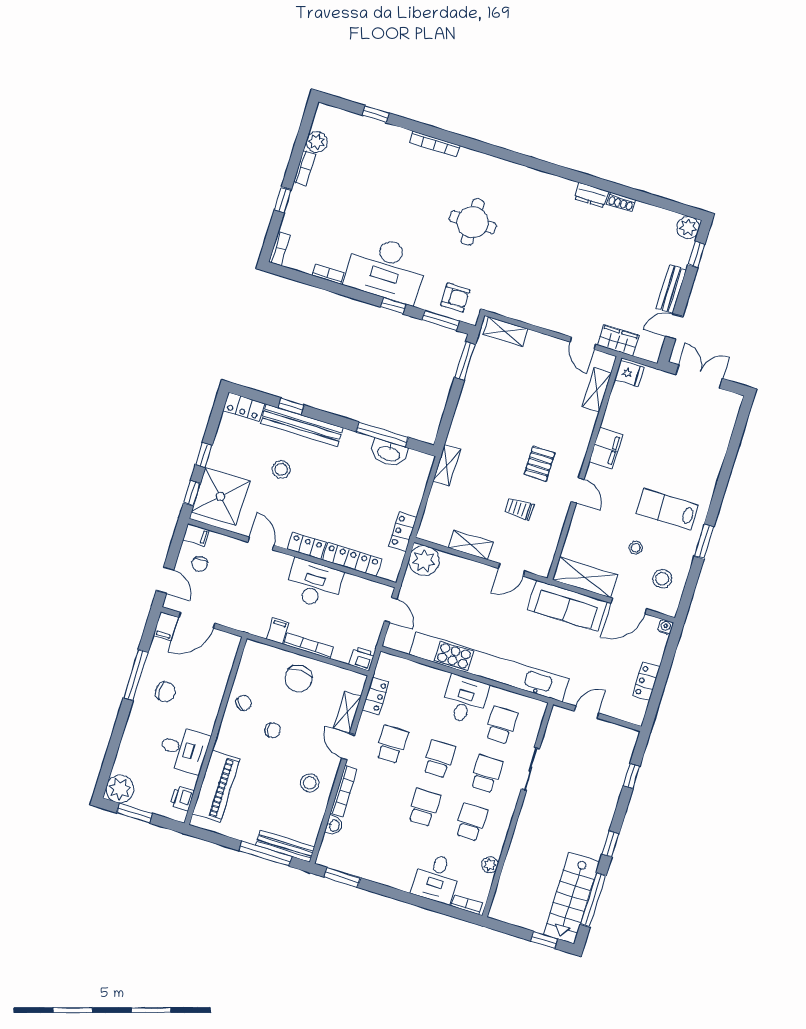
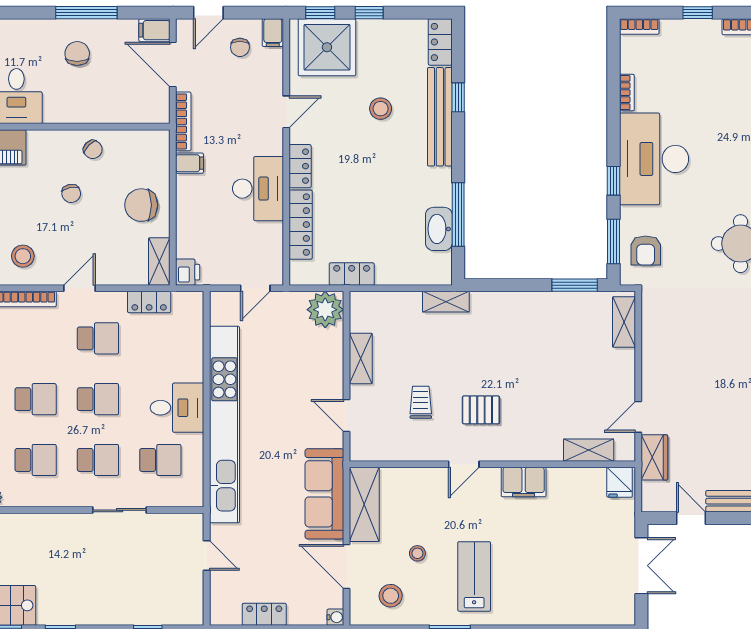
chair: (200, 564) -> (240, 47), turned -89
bookcase: (309, 646) -> (183, 121), moved
chair: (165, 692) -> (77, 54), turned 180
shelving: (347, 712) -> (159, 262), moved, turned 90

